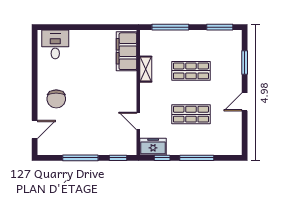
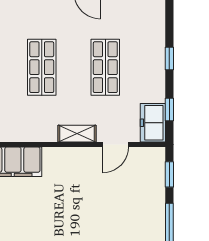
shelving: (146, 69) -> (77, 134), moved
window: (197, 158) -> (169, 59), width x0.46

